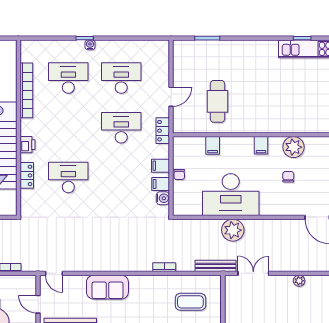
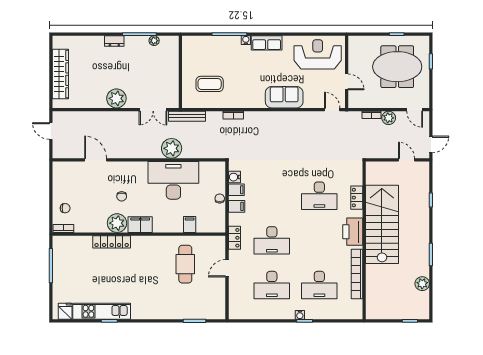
locker: (299, 126) -> (112, 242), added
printer: (28, 145) -> (353, 232), width x1.87, depth x1.48
filing cabinet: (261, 145) -> (140, 225), width x2.00
plant: (299, 281) -> (116, 98), width x1.87, depth x1.87

